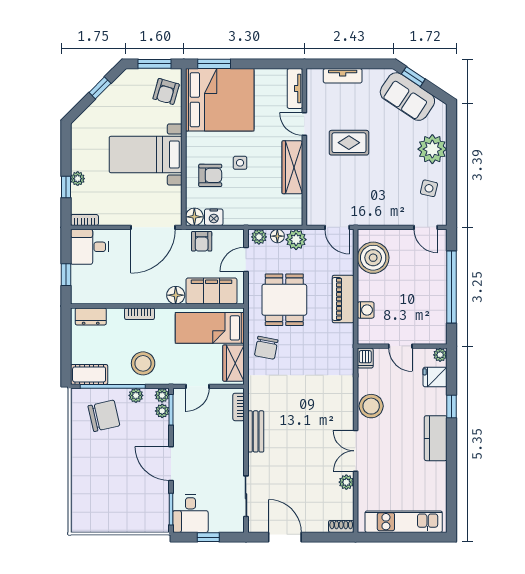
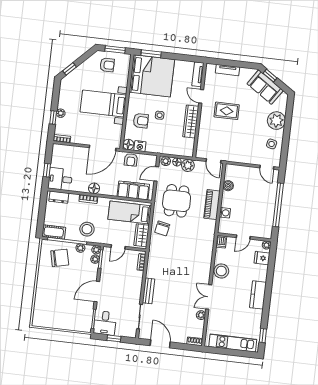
window: (100, 88) -> (70, 69), moved
armchair: (166, 91) -> (107, 65), moved, turned -106
desk: (89, 247) -> (60, 179), moved
boiler: (373, 258) -> (228, 186), width x0.54, depth x0.54
floor lamp: (176, 295) -> (94, 188), moved
door: (400, 346) -> (243, 237), hinge flipped
window: (452, 406) -> (263, 336), moved
bench: (256, 431) -> (149, 291), moved
door: (171, 464) -> (97, 291), hinge flipped

